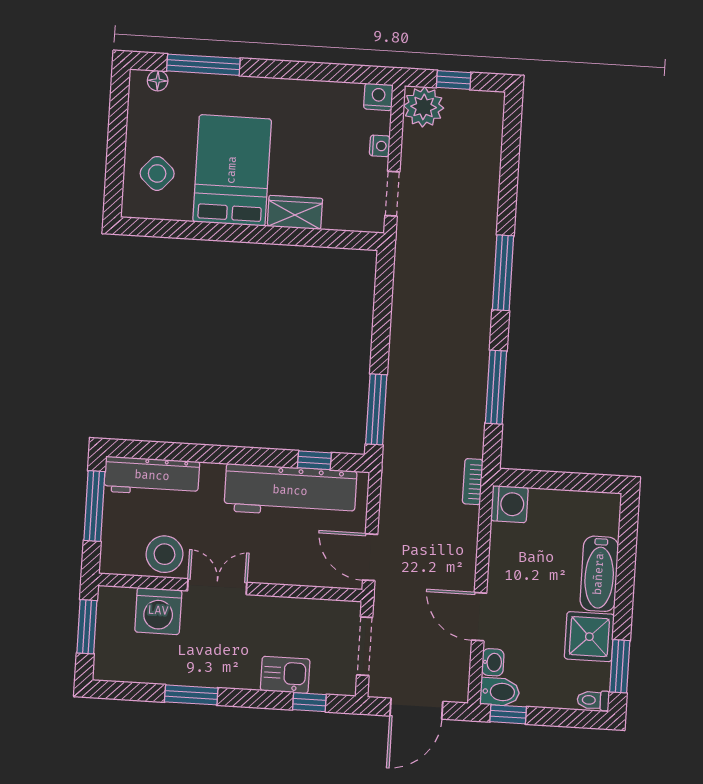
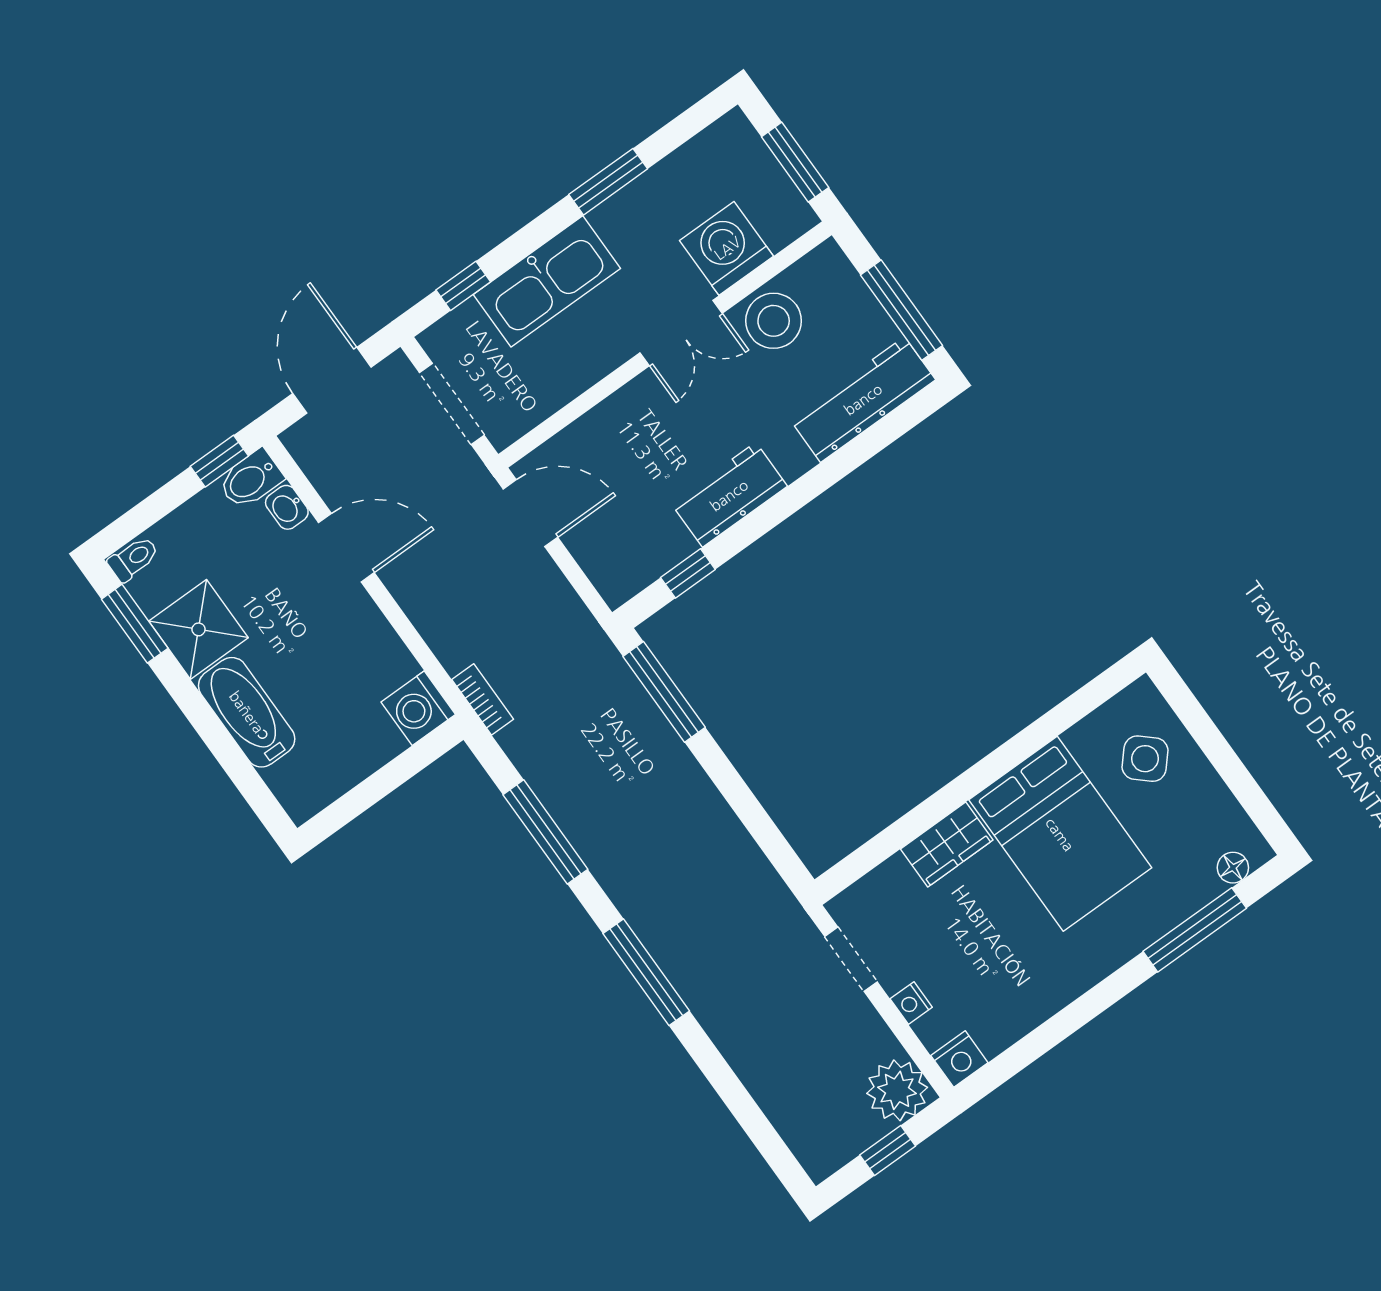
workbench: (290, 491) -> (729, 495), width x0.53, depth x0.76
kitchen sink: (285, 675) -> (547, 281), width x1.87, depth x1.24

